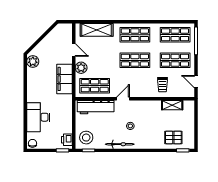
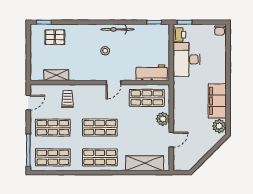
door: (74, 50) -> (171, 140), swing flipped
filing cabinet: (64, 79) -> (217, 101), moved, turned 180
door: (196, 82) -> (28, 103), hinge flipped
workbench: (96, 107) -> (152, 73), width x0.73
desk: (38, 117) -> (187, 59), moved, turned 180
stool: (86, 138) -> (157, 37), removed

